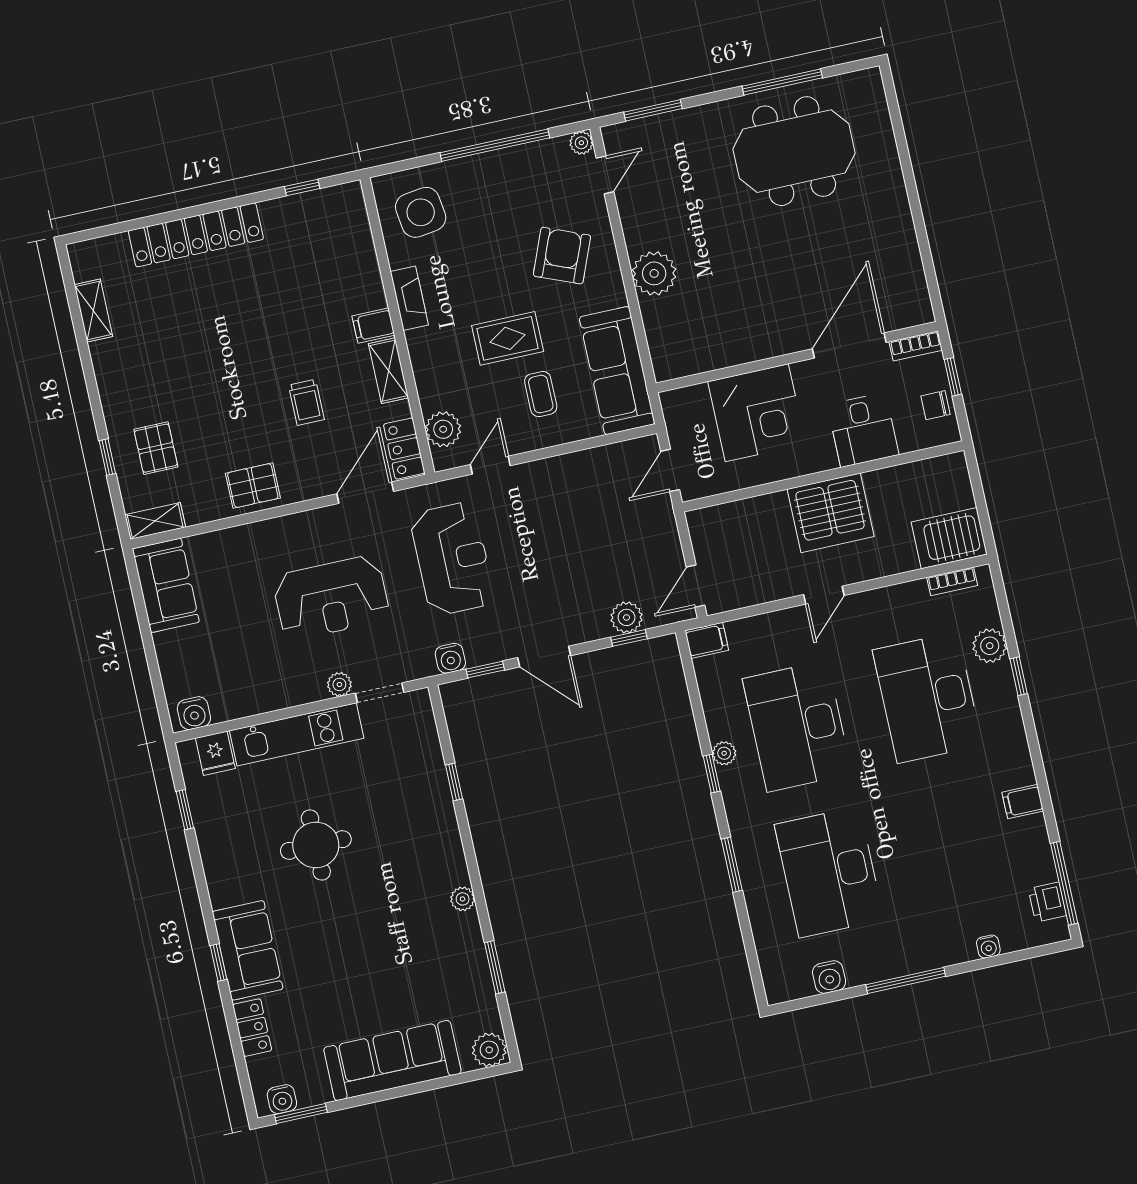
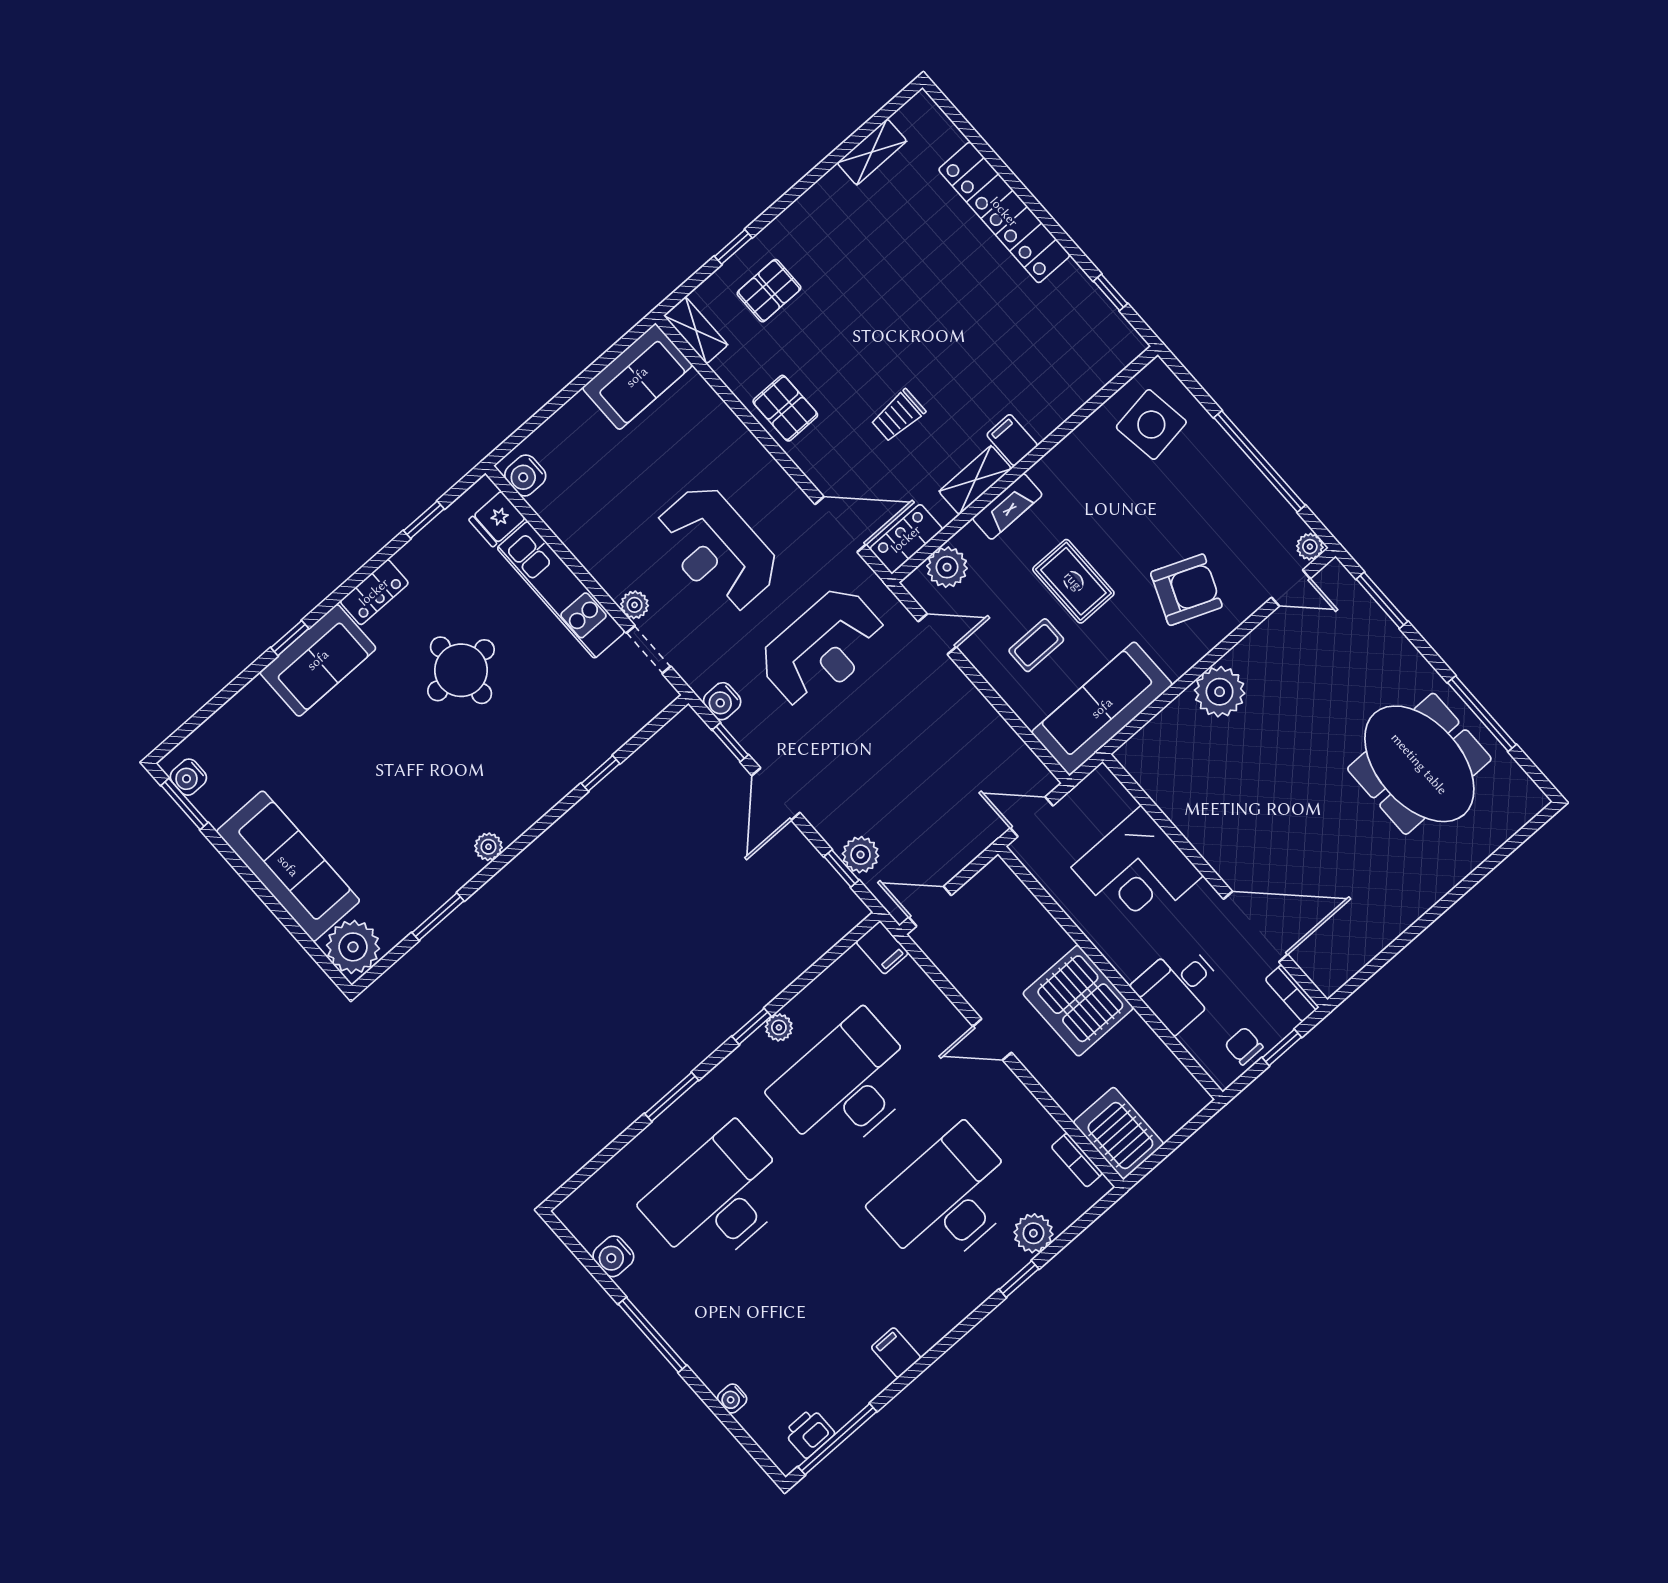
fireplace: (409, 298) -> (1007, 507), moved
locker: (252, 1028) -> (374, 592), moved
plant: (489, 1050) -> (353, 947), width x1.36, depth x1.36

